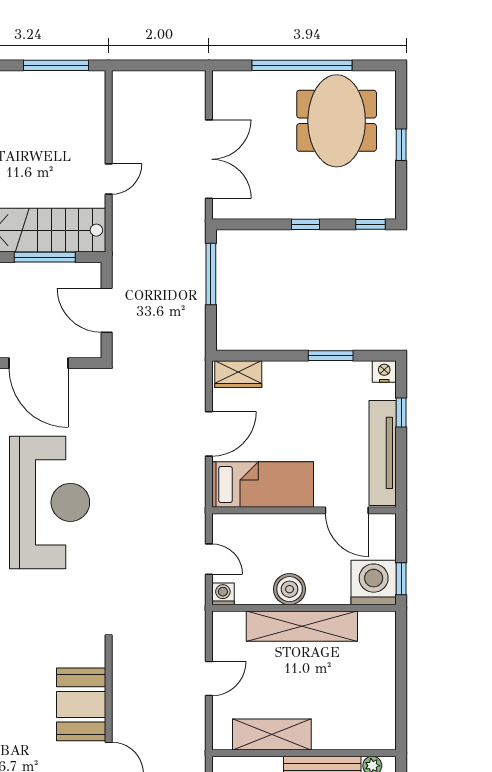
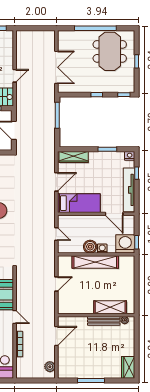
wardrobe: (238, 374) -> (74, 157), width x1.50
washing machine: (223, 594) -> (102, 249), moved
shelving: (272, 734) -> (110, 307), moved

